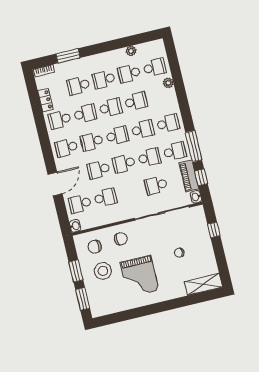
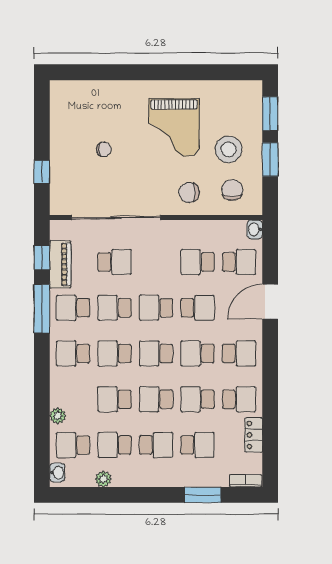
school desk: (129, 73) -> (115, 445), turned 180
school desk: (92, 142) -> (198, 353), turned 180
school desk: (124, 163) -> (156, 308), turned 180
washbasin: (196, 197) -> (57, 473), moved
chair: (95, 247) -> (232, 190), turned -90
grand piano: (139, 276) -> (174, 128), turned 180
shelving: (203, 284) -> (78, 91), removed

